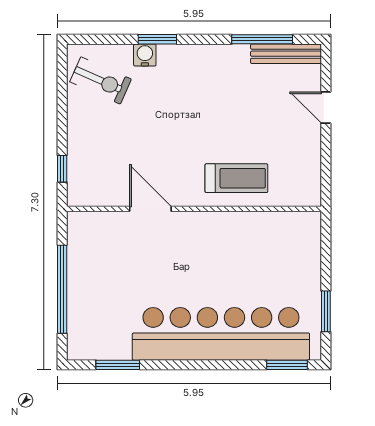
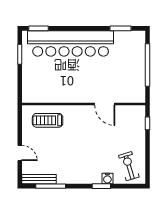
exercise bike: (101, 80) -> (129, 166), turned 49
treadmill: (236, 178) -> (48, 120), moved

